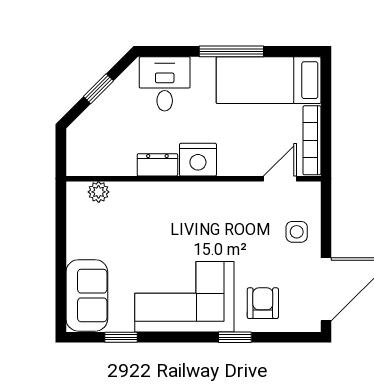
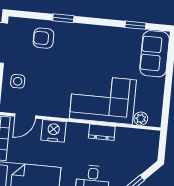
nightstand: (198, 160) -> (54, 131), moved
corner sofa: (184, 297) -> (103, 99), moved, turned 180
armchair: (263, 303) -> (43, 38), turned 90

